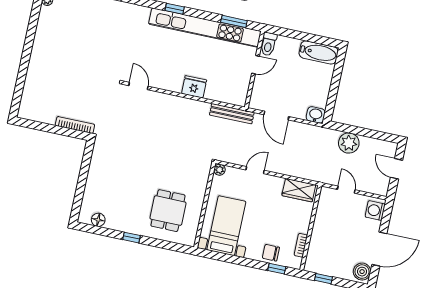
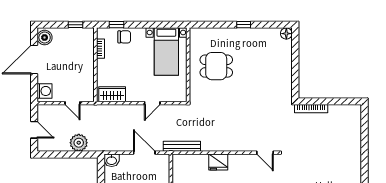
plant: (219, 170) -> (182, 97), removed
dining table: (168, 211) -> (216, 66), moved, turned 90
floor lamp: (98, 220) -> (286, 34), moved

